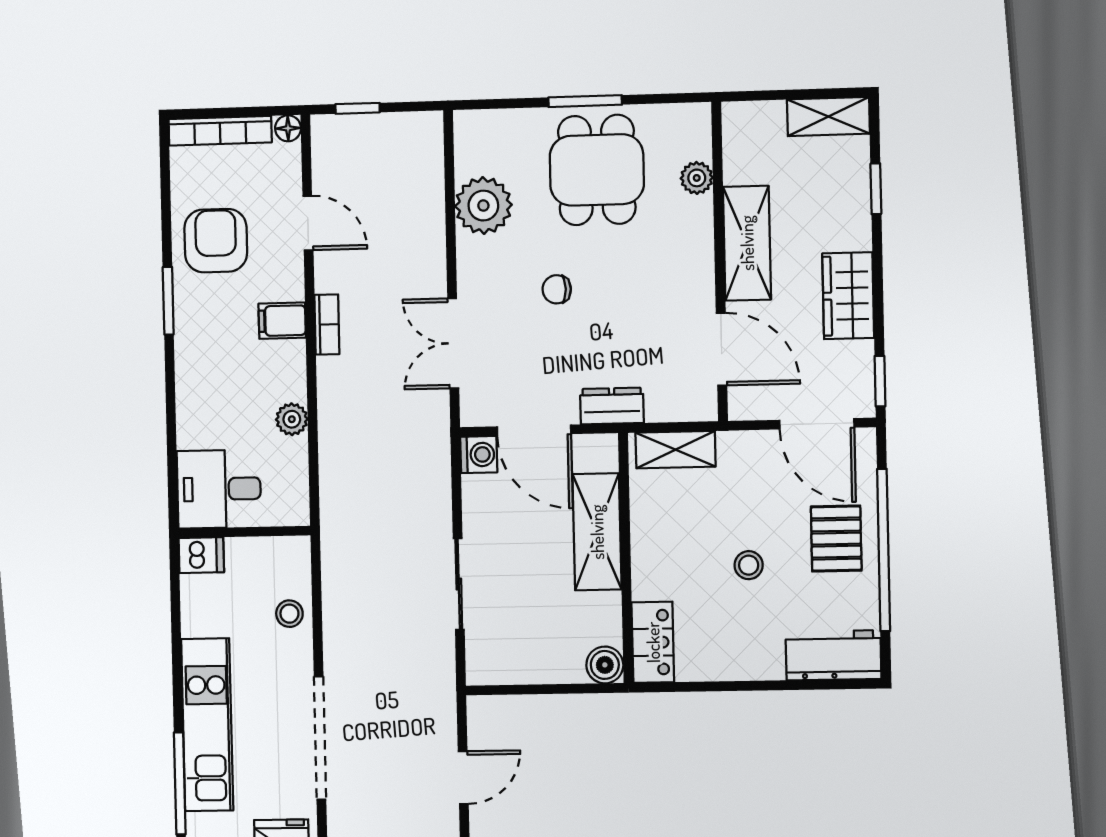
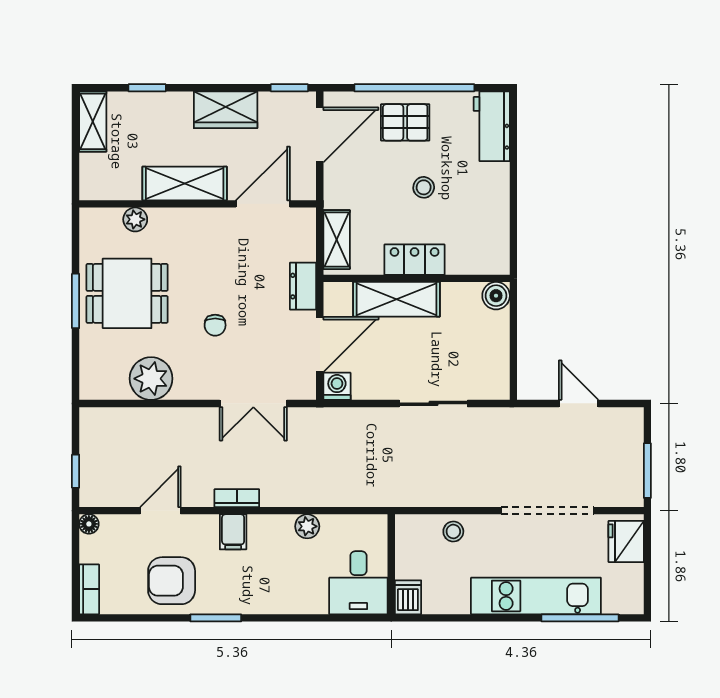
bookcase: (220, 131) -> (89, 589), width x0.64
locker: (653, 642) -> (415, 260), moved

